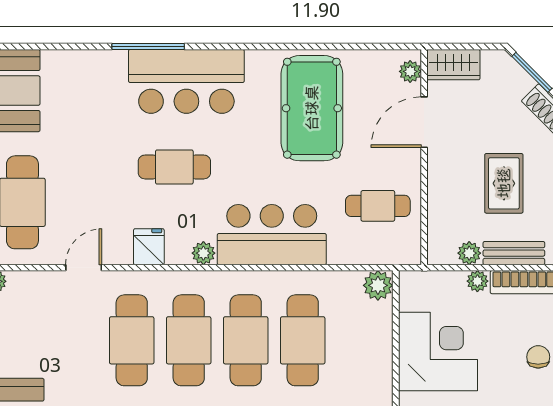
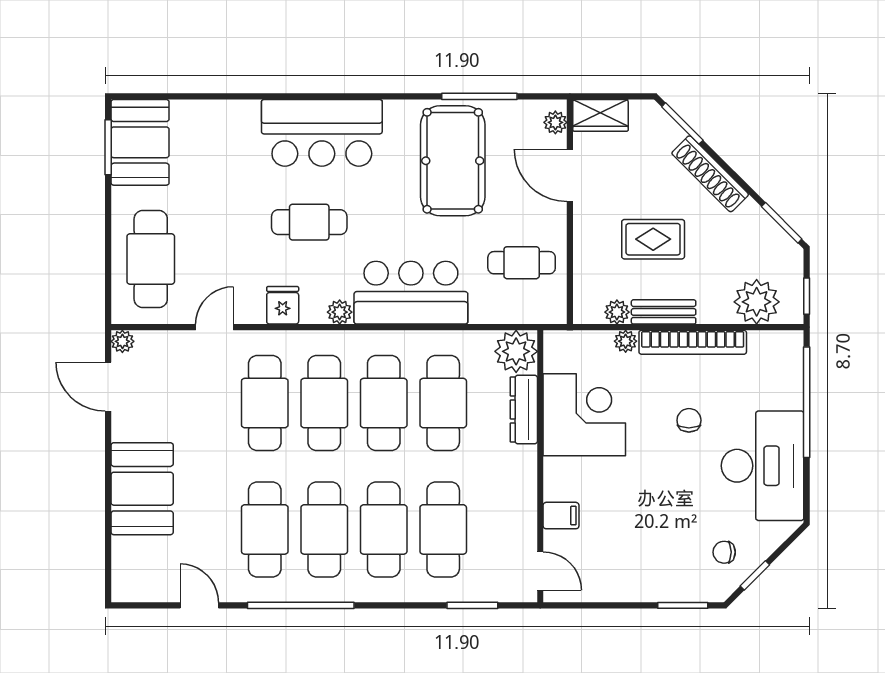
window: (148, 46) -> (479, 96), moved
door: (424, 122) -> (570, 175), hinge flipped
rug: (504, 183) -> (653, 239), turned 90
plant: (378, 285) -> (516, 351), width x1.36, depth x1.36
dresser: (380, 347) -> (524, 409), added

